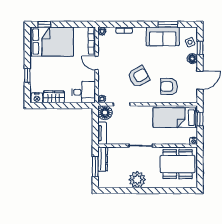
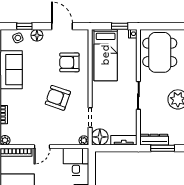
armchair: (139, 77) -> (58, 98), turned -42
armchair: (169, 87) -> (69, 62), turned 90
window: (200, 119) -> (120, 26), moved

